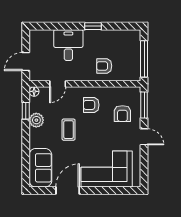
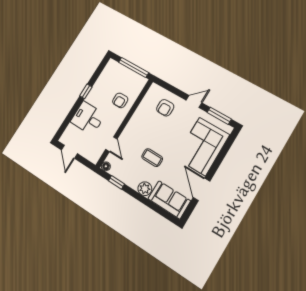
door: (26, 62) -> (69, 152), moved
armchair: (91, 105) -> (144, 128), removed
window: (144, 105) -> (219, 116), moved
armchair: (122, 114) -> (165, 108), turned 90
plant: (36, 120) -> (145, 189), moved

